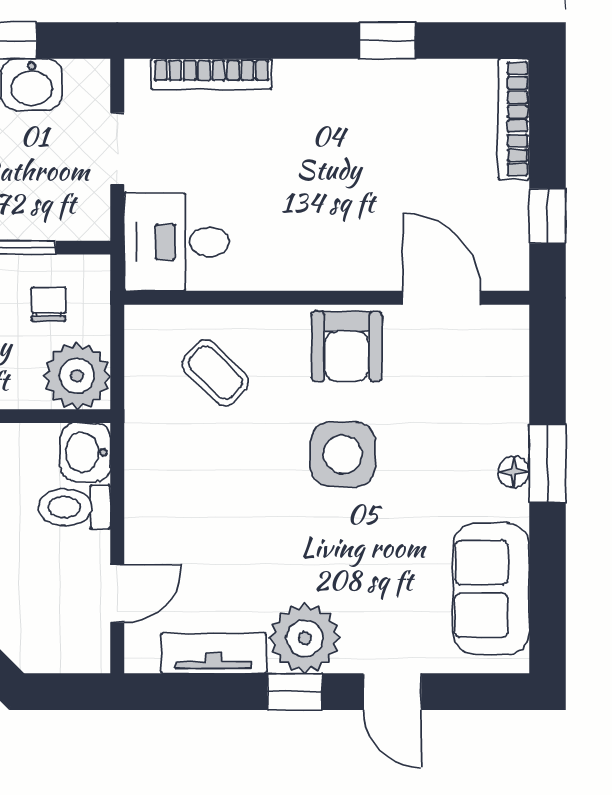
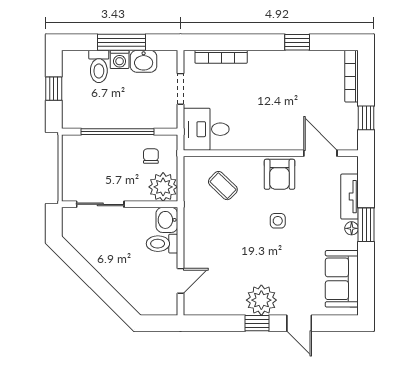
side table: (343, 454) -> (278, 221), width x0.54, depth x0.54
tv unit: (214, 653) -> (350, 197), moved, turned -90

